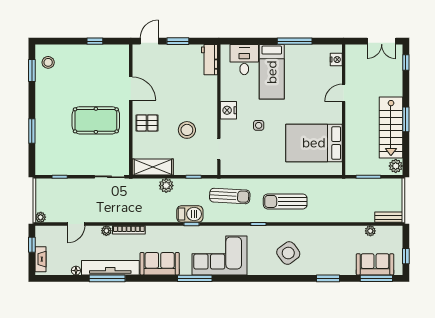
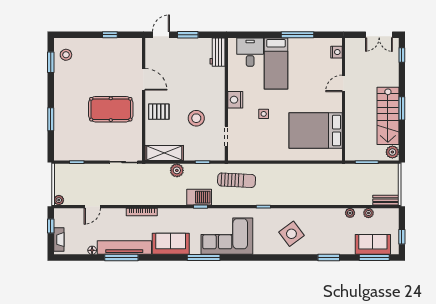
sun lounger: (285, 201) -> (289, 185), removed
plant: (106, 231) -> (350, 213), moved

